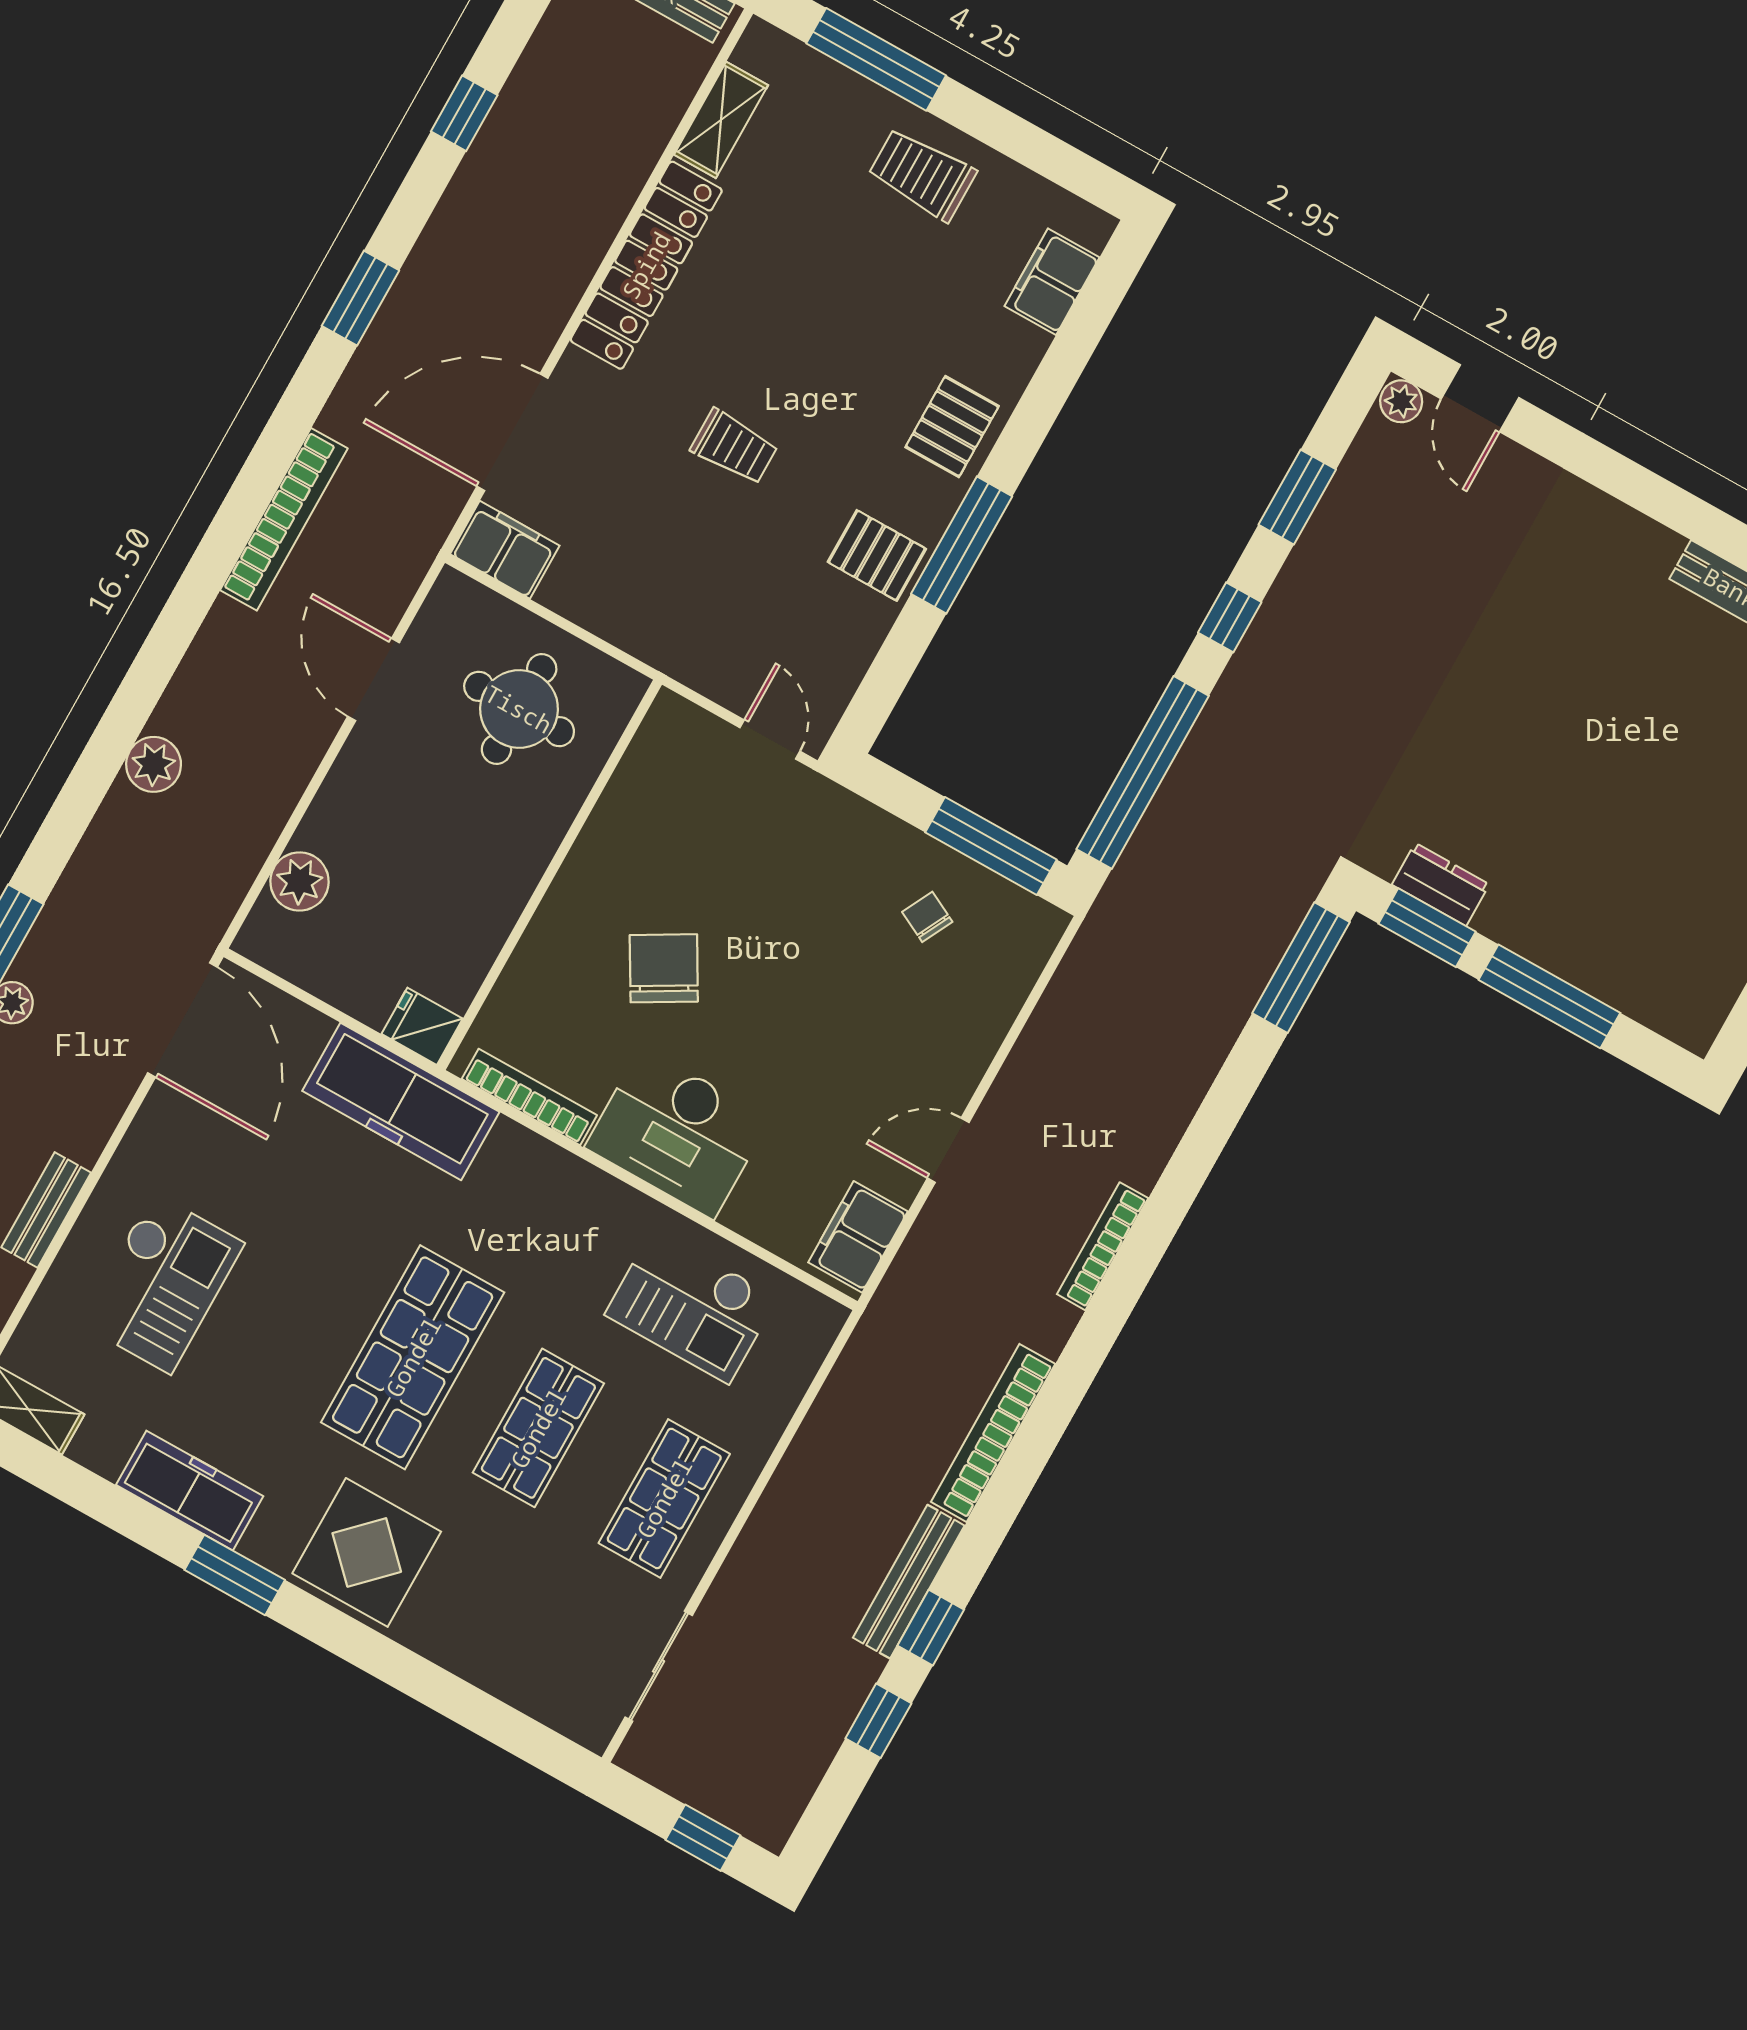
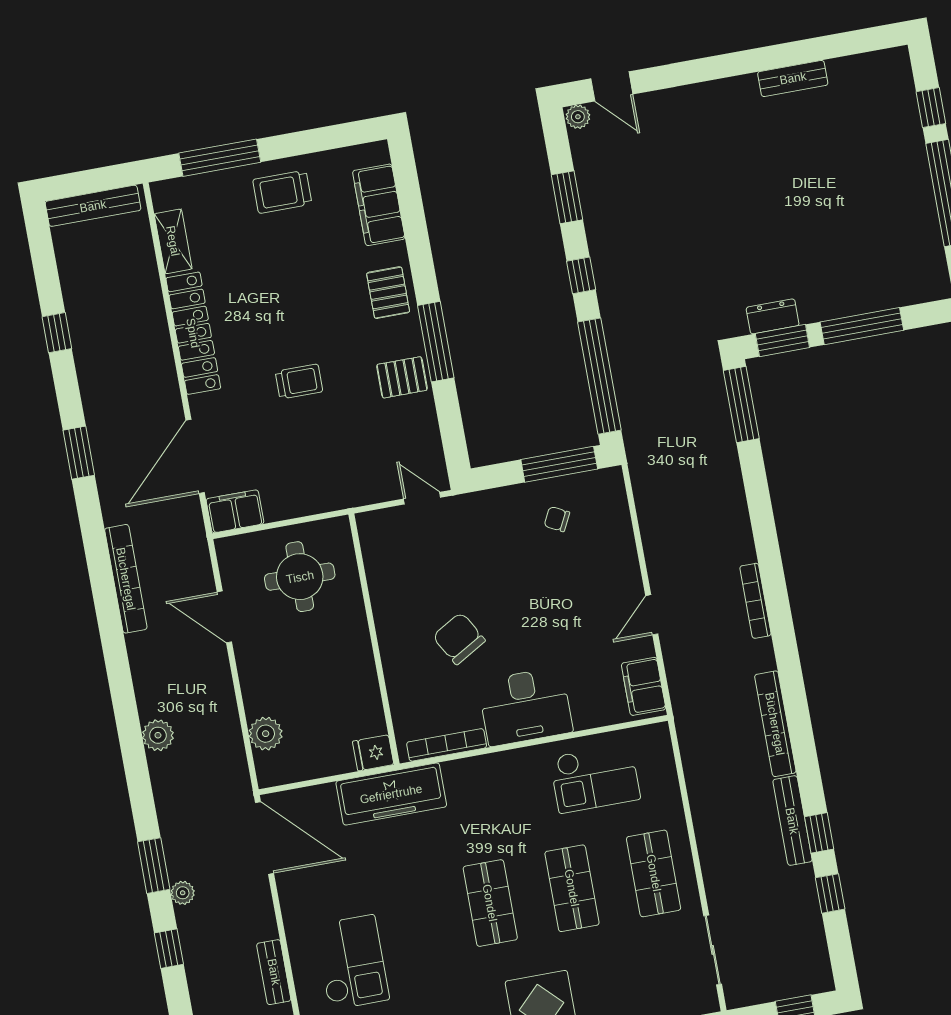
filing cabinet: (1052, 282) -> (379, 205), width x1.50, depth x1.17
shop shelf: (413, 1357) -> (490, 903), width x0.70, depth x0.74

